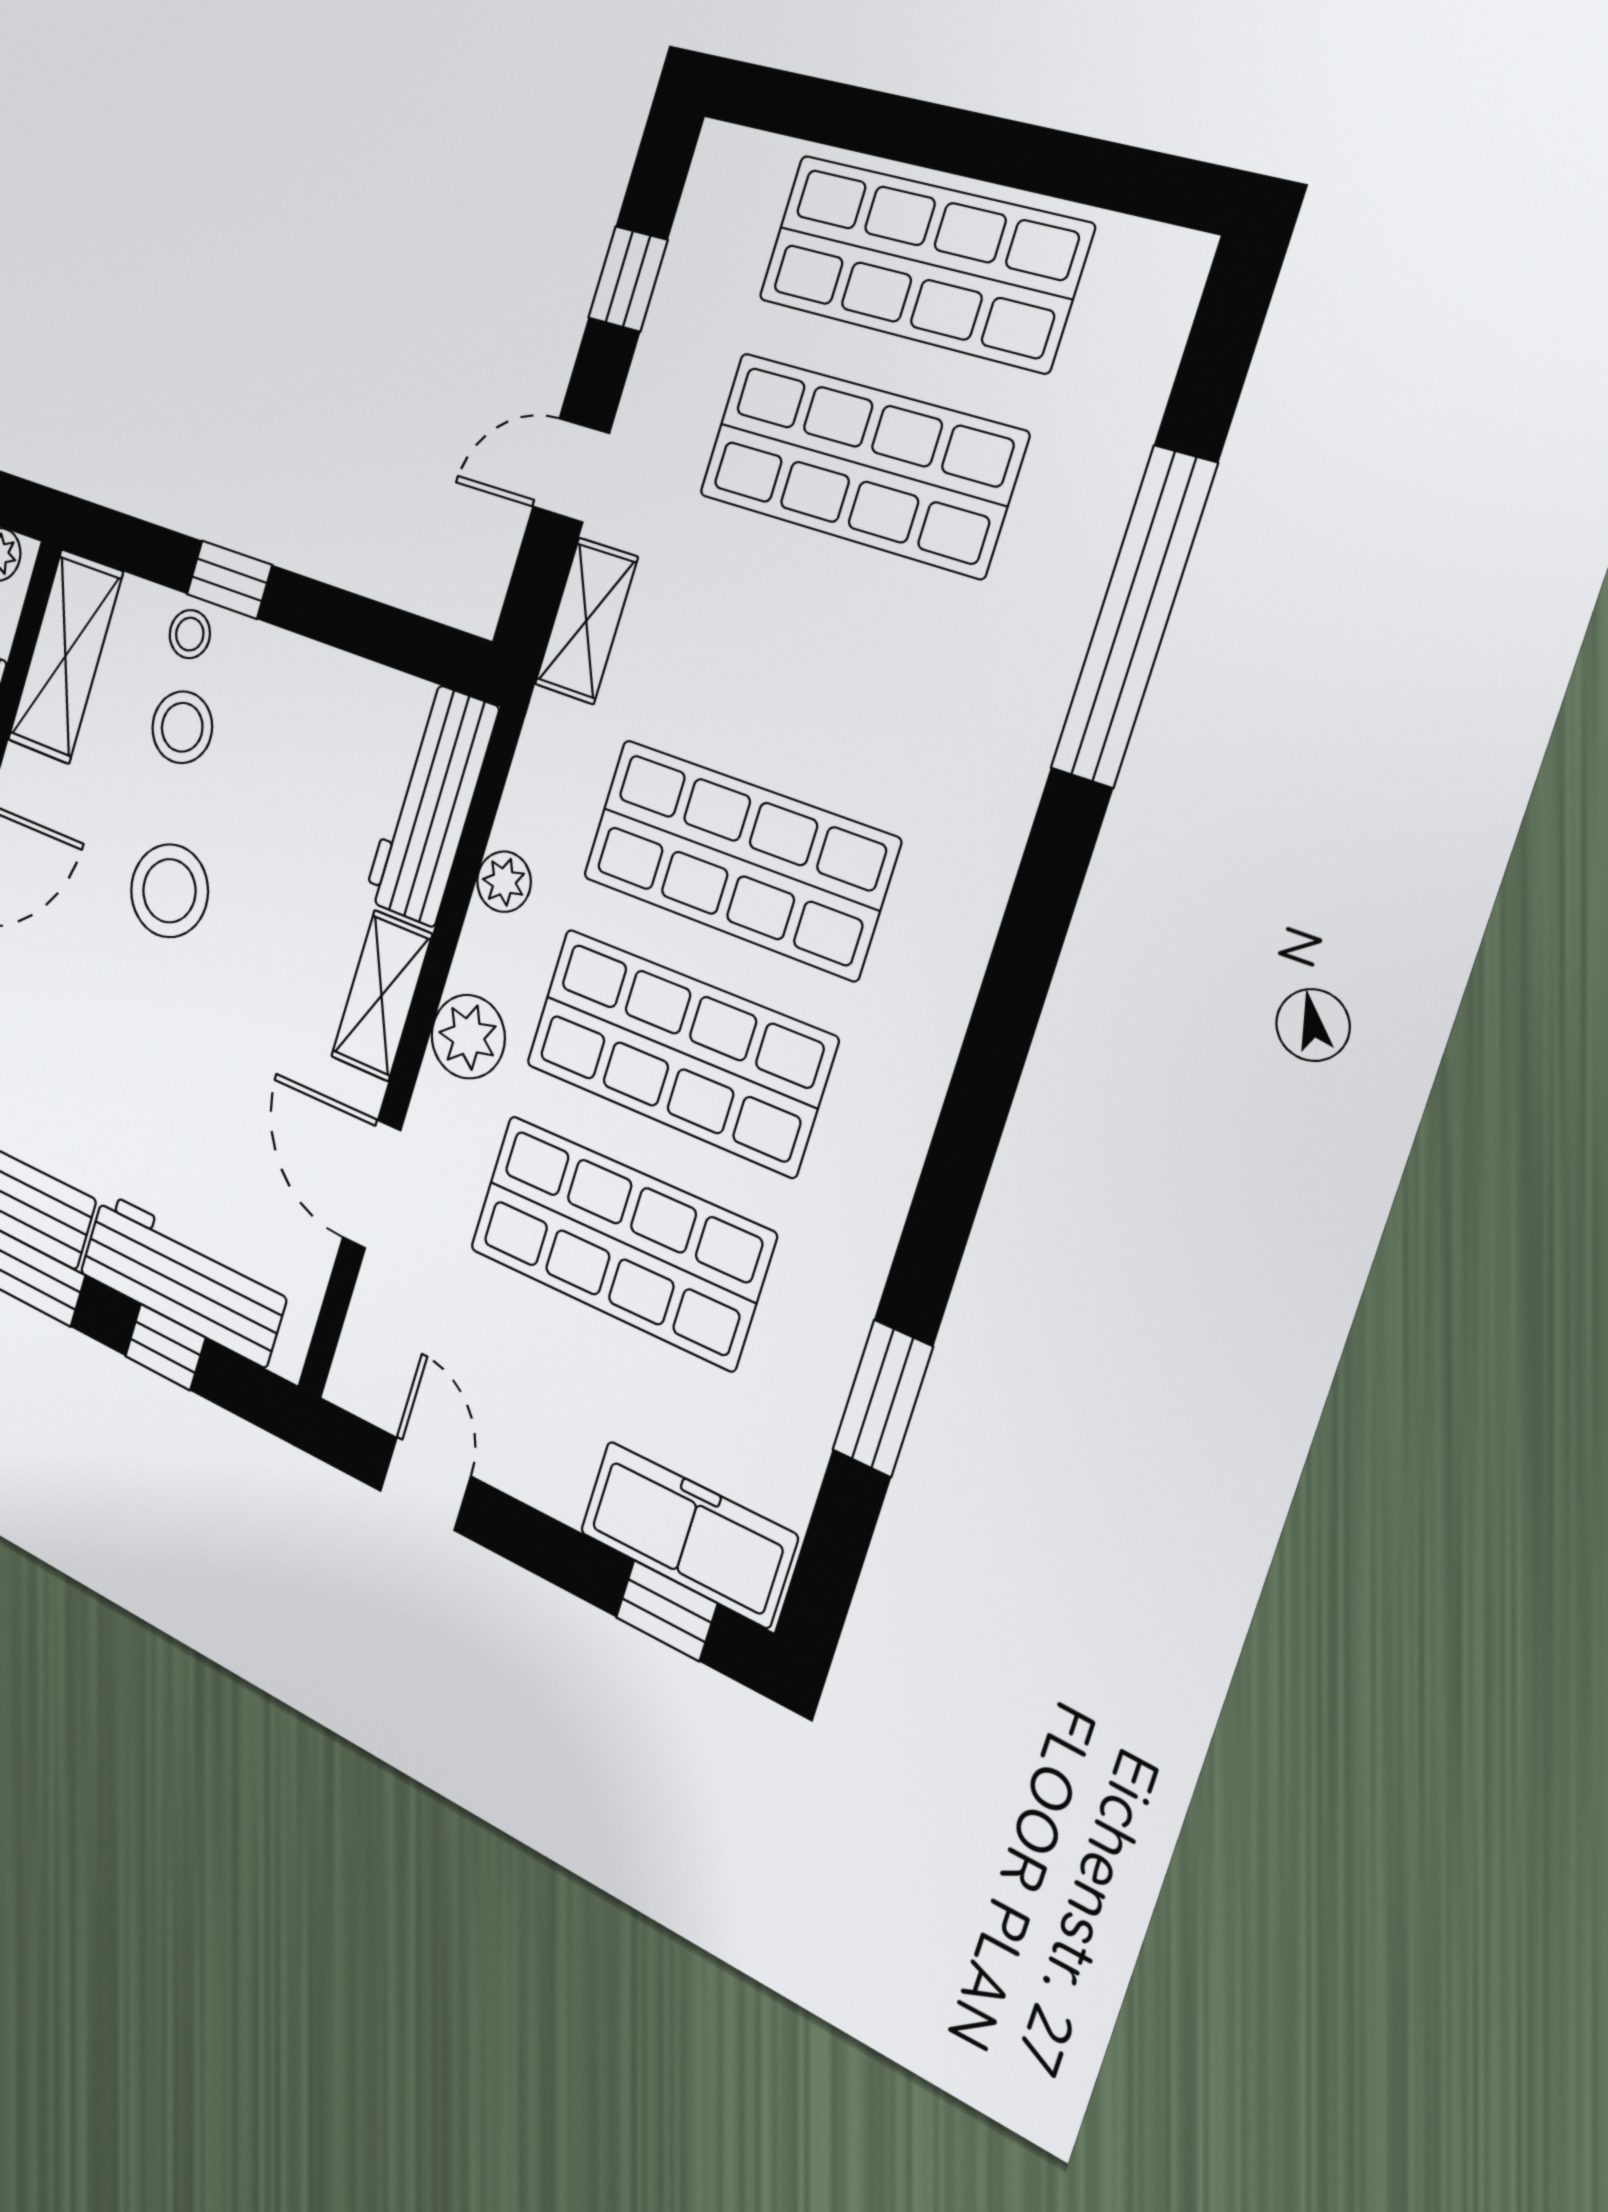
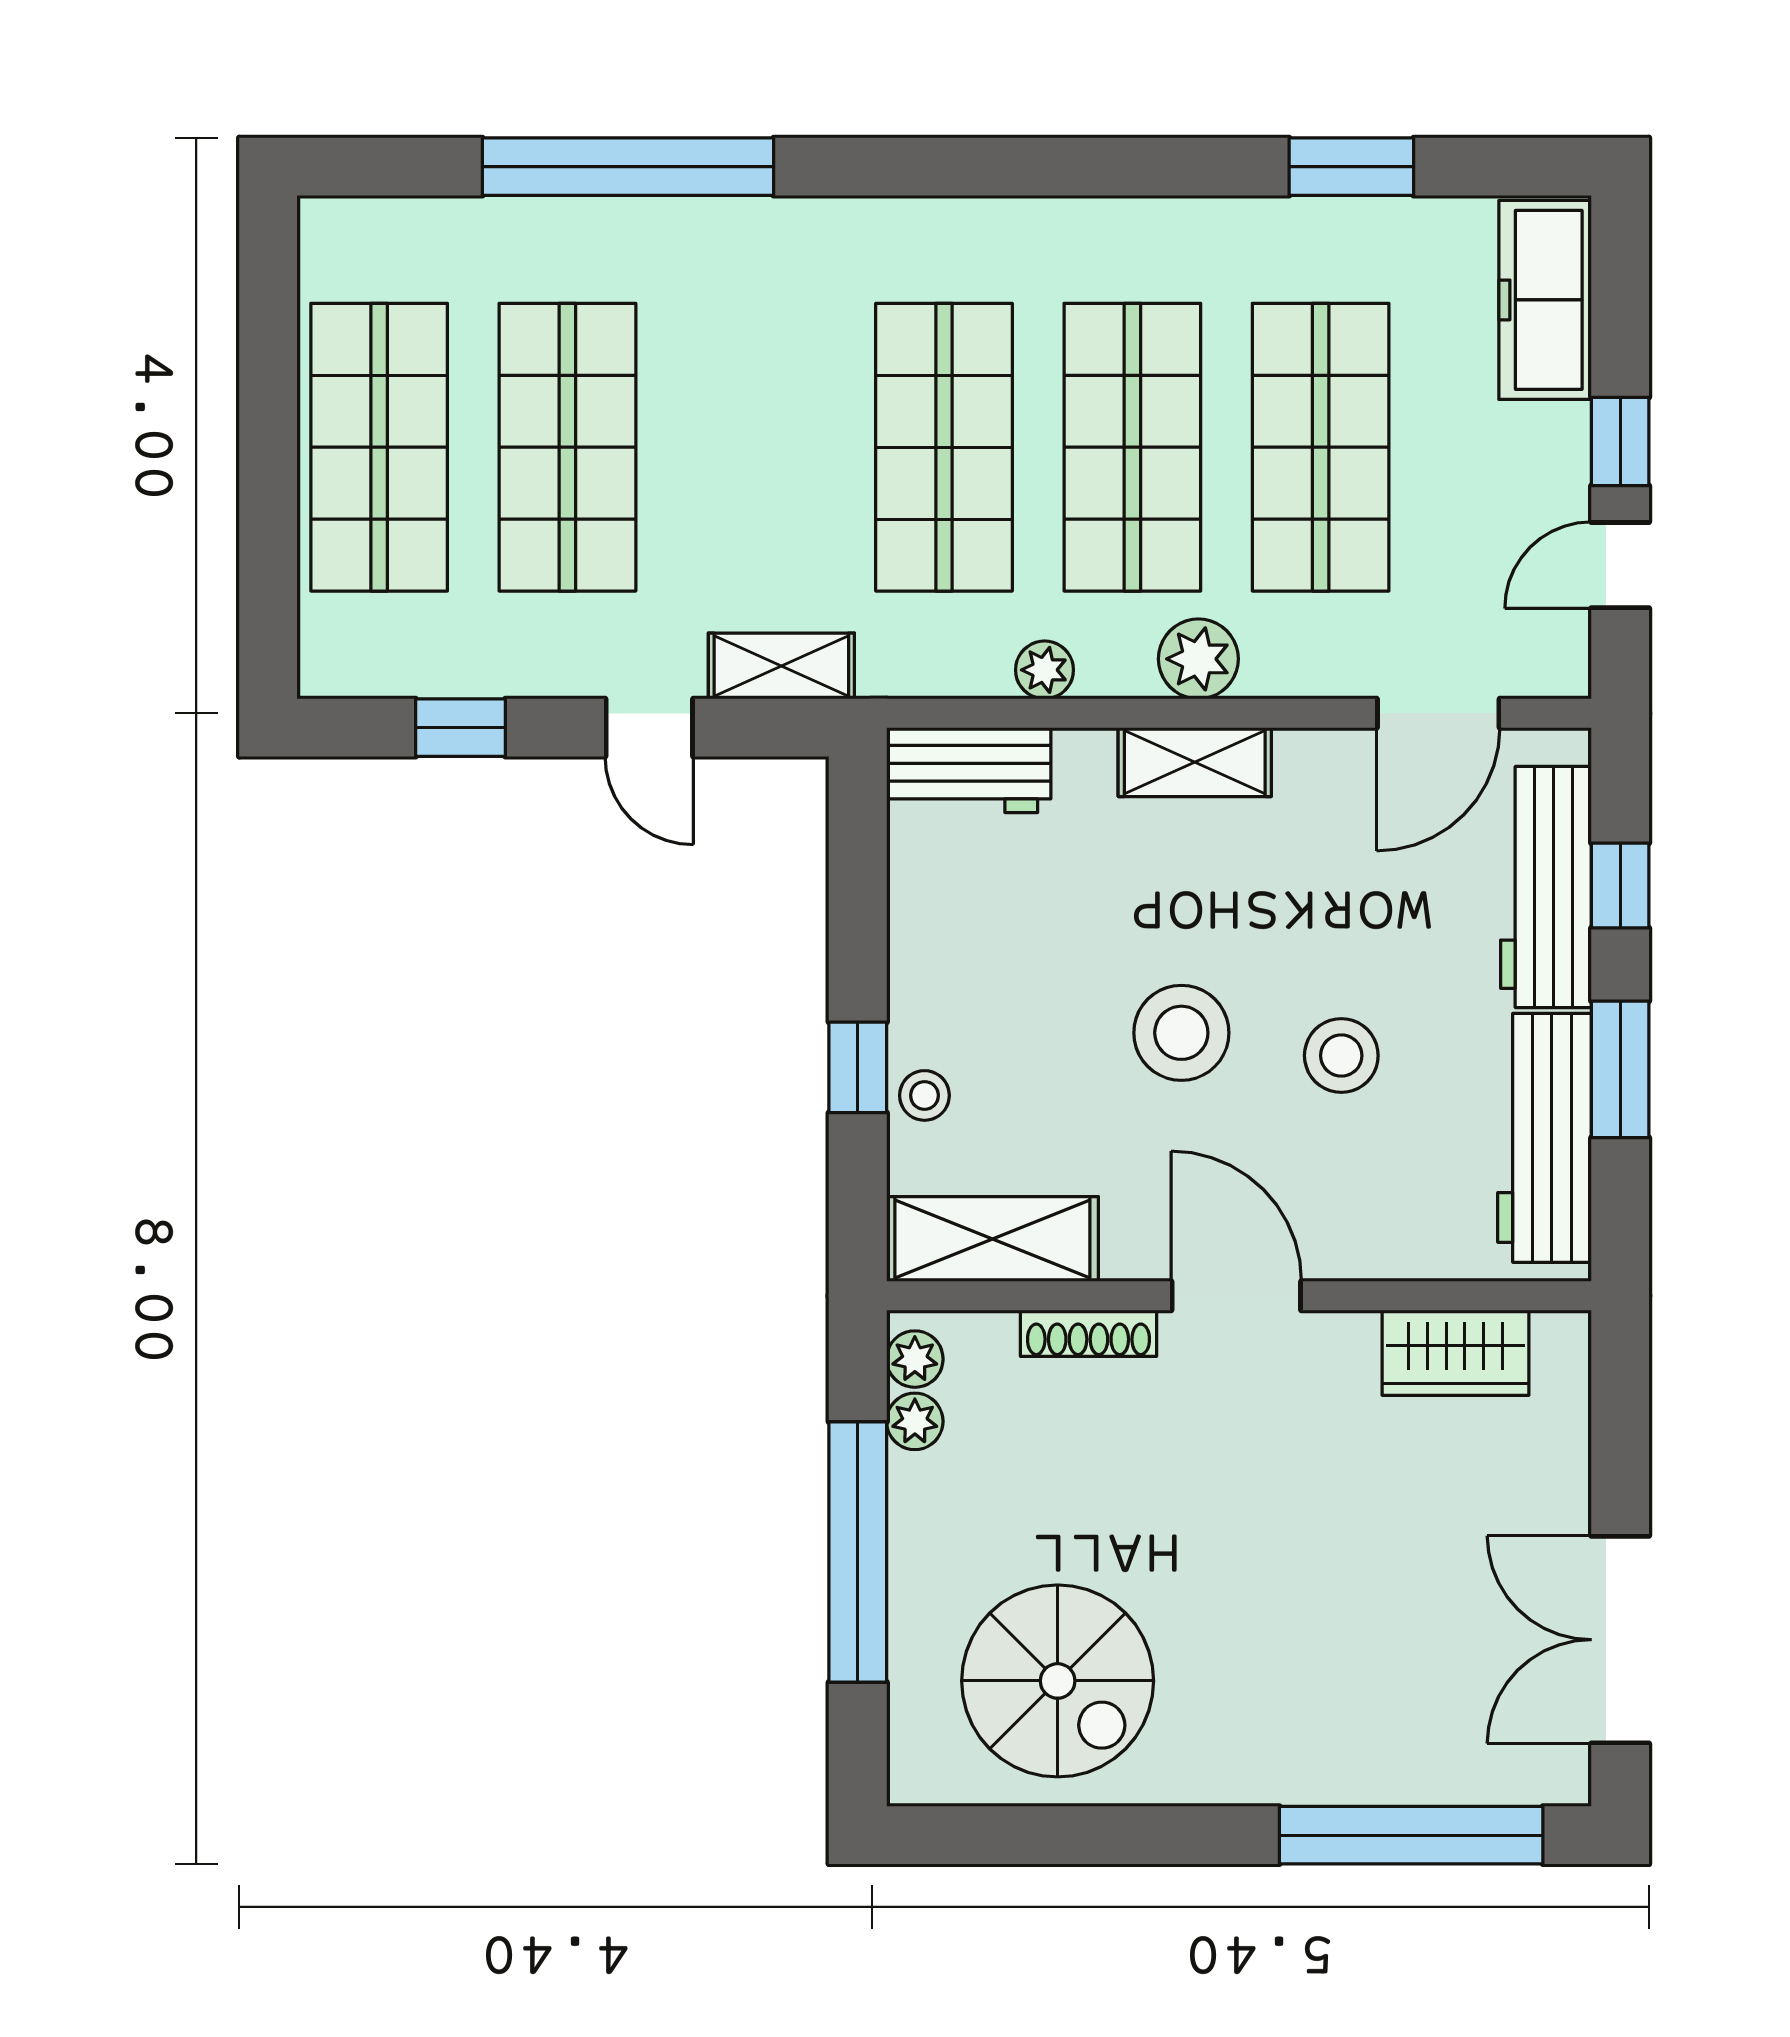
stool: (182, 727) -> (1341, 1056), moved
workbench: (431, 804) -> (969, 770), width x0.73
door: (372, 1184) -> (1438, 713), moved
window: (667, 1610) -> (1620, 441), moved

